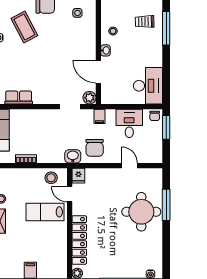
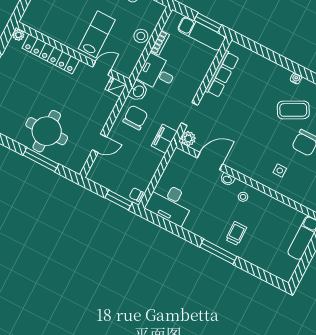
row of seats: (19, 98) -> (222, 74), width x1.48
filing cabinet: (99, 116) -> (164, 139), width x2.00
desk: (129, 123) -> (157, 73), moved, turned 180
chair: (95, 148) -> (135, 118), turned 90
stool: (51, 178) -> (141, 36), moved

